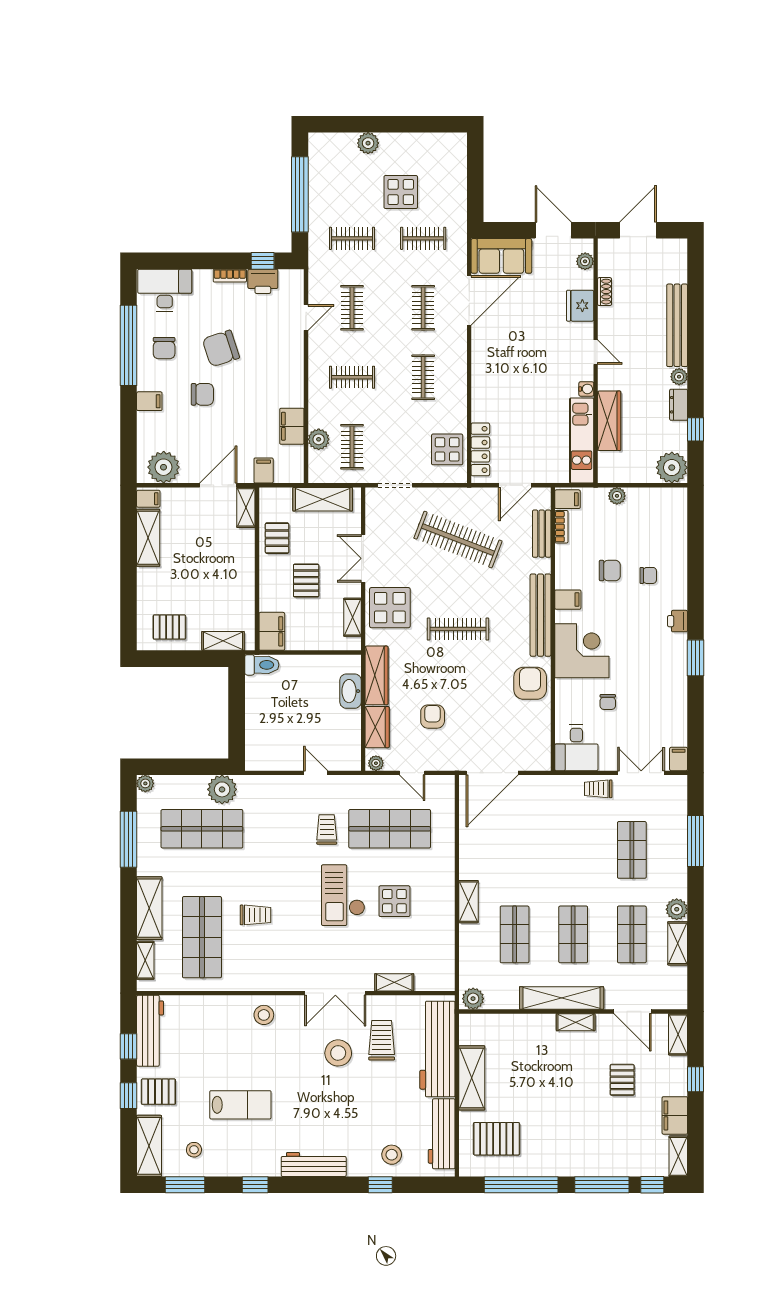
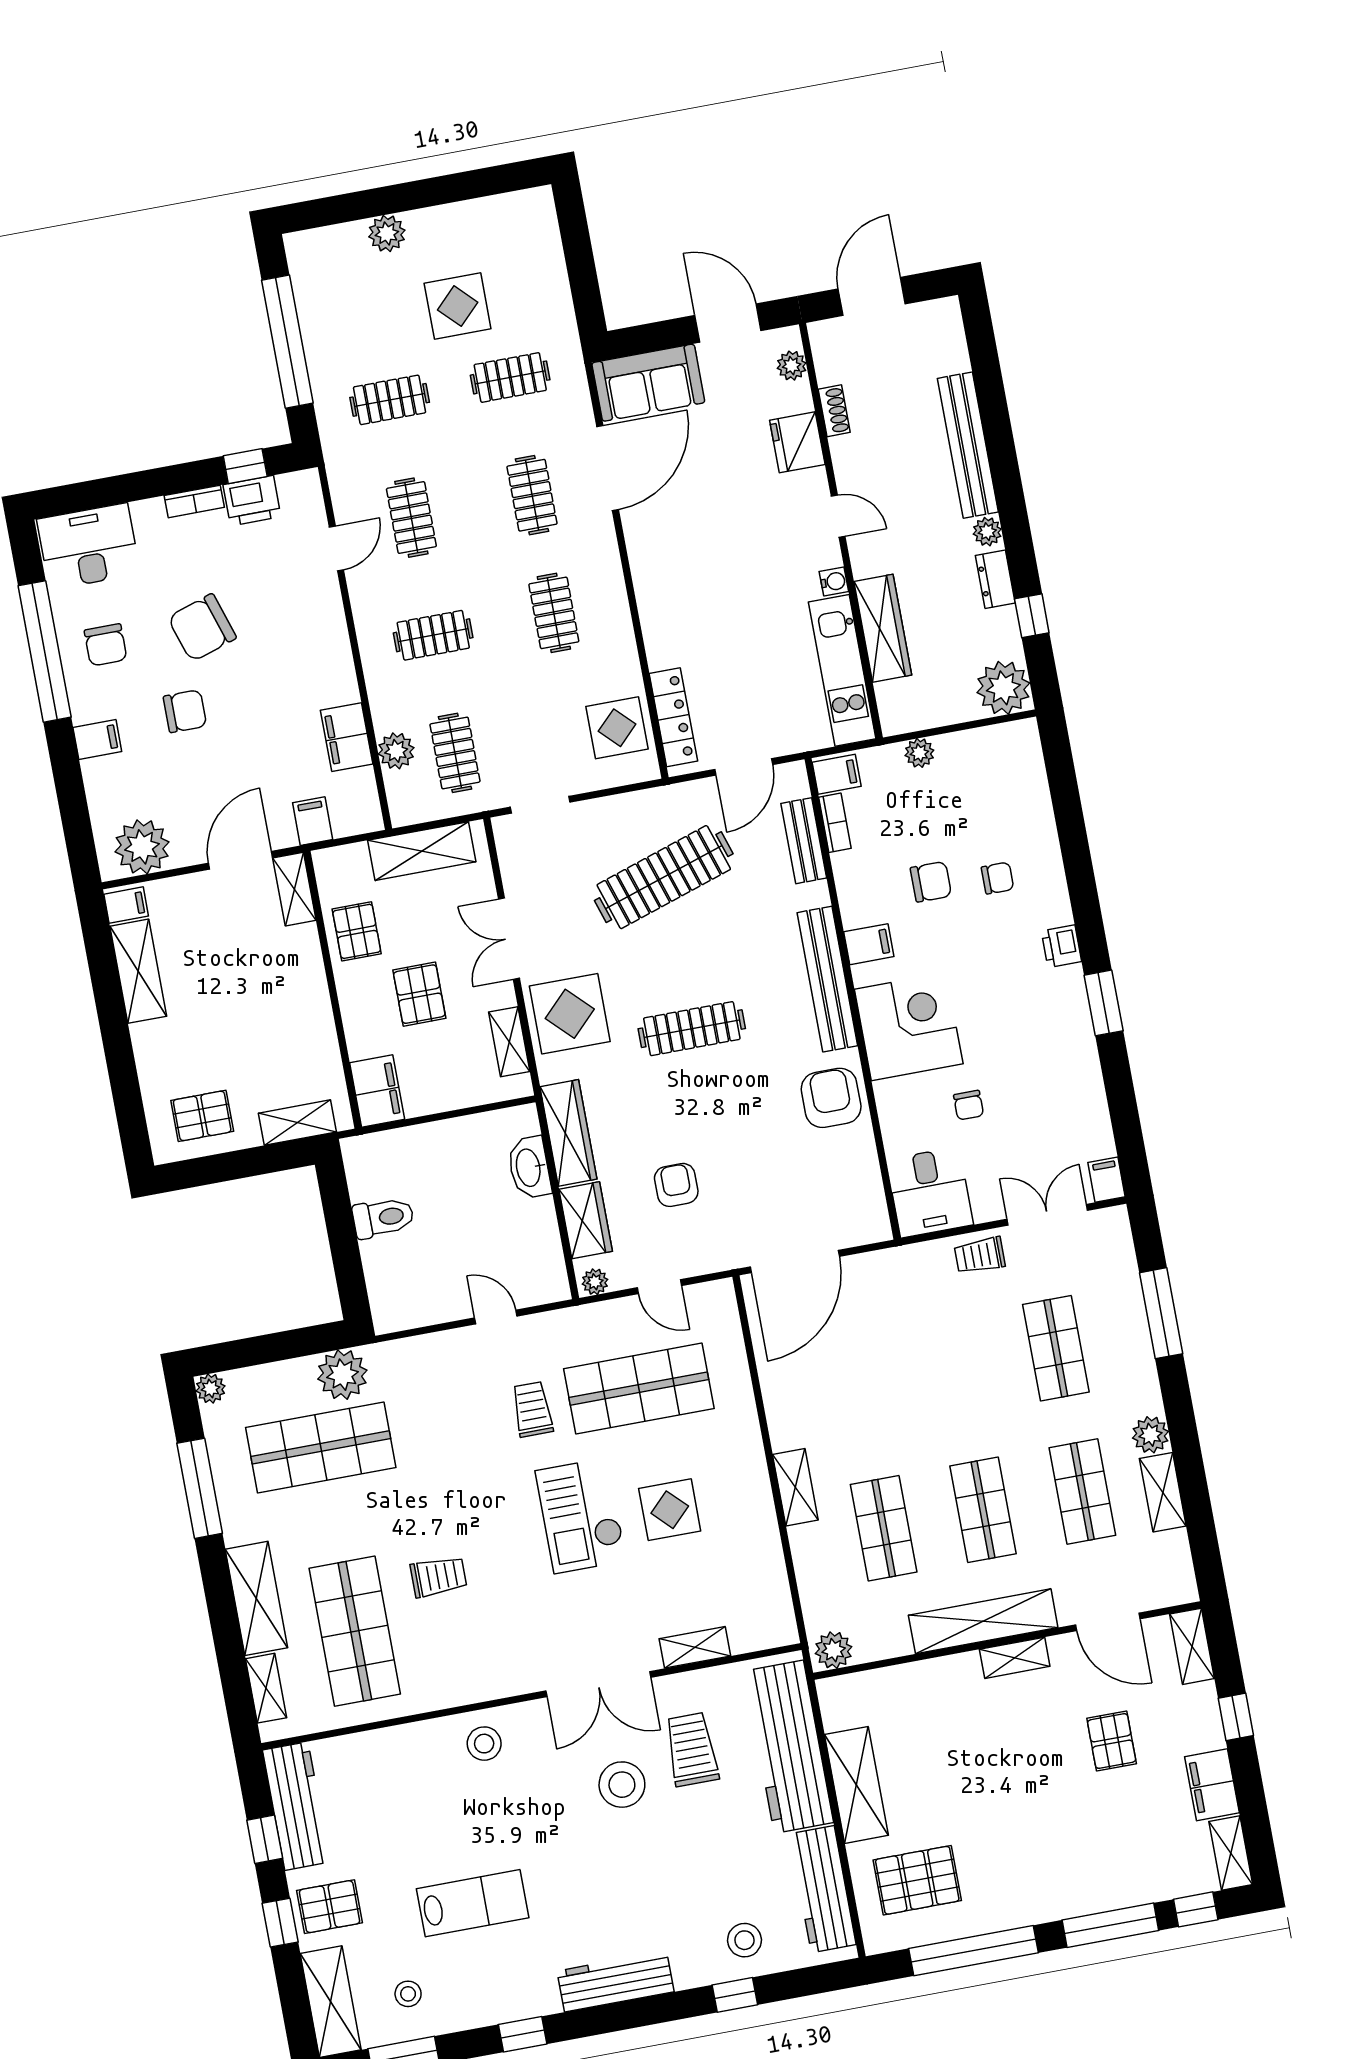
clothes rail: (458, 540) -> (664, 877), turned -39
toilet: (262, 665) -> (383, 1218), moved

